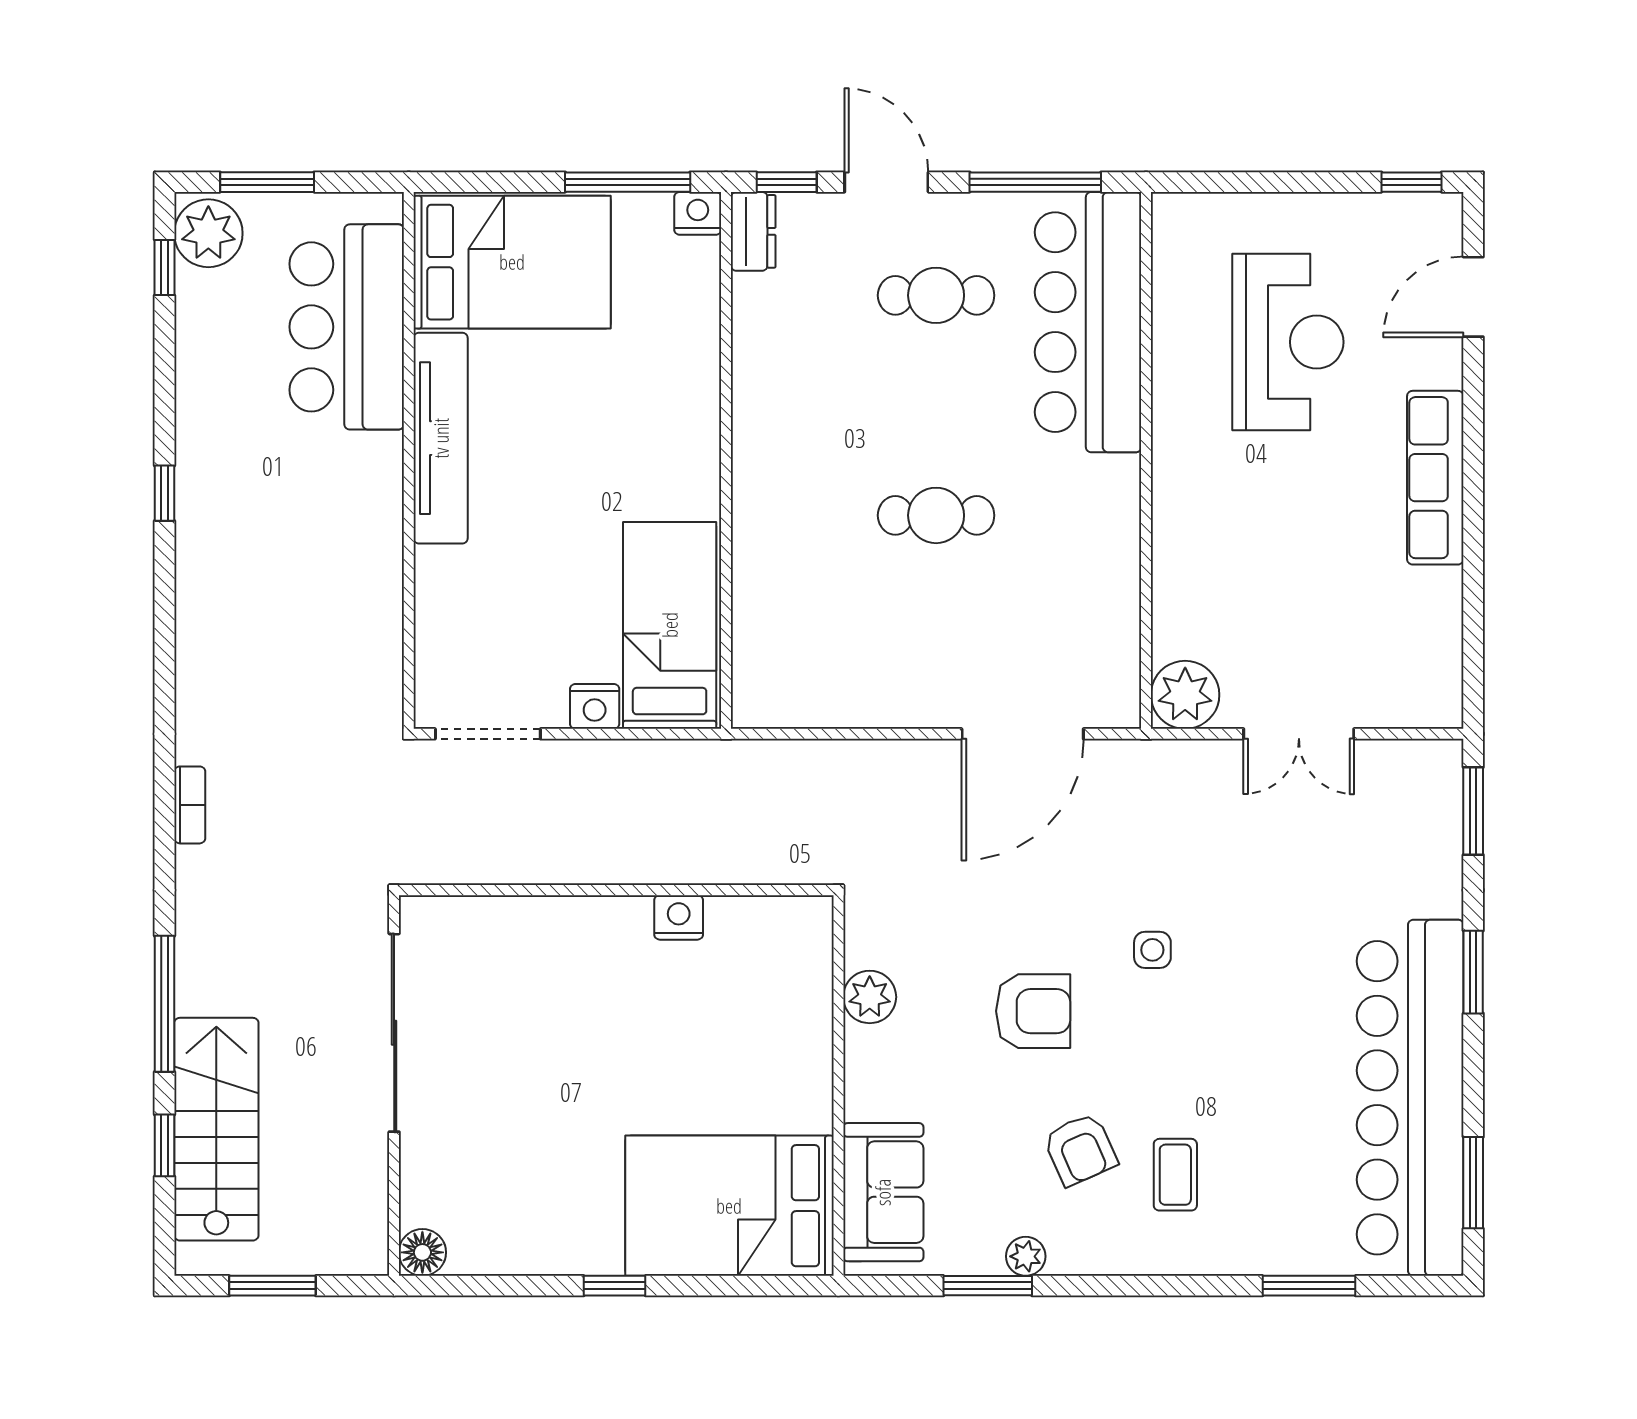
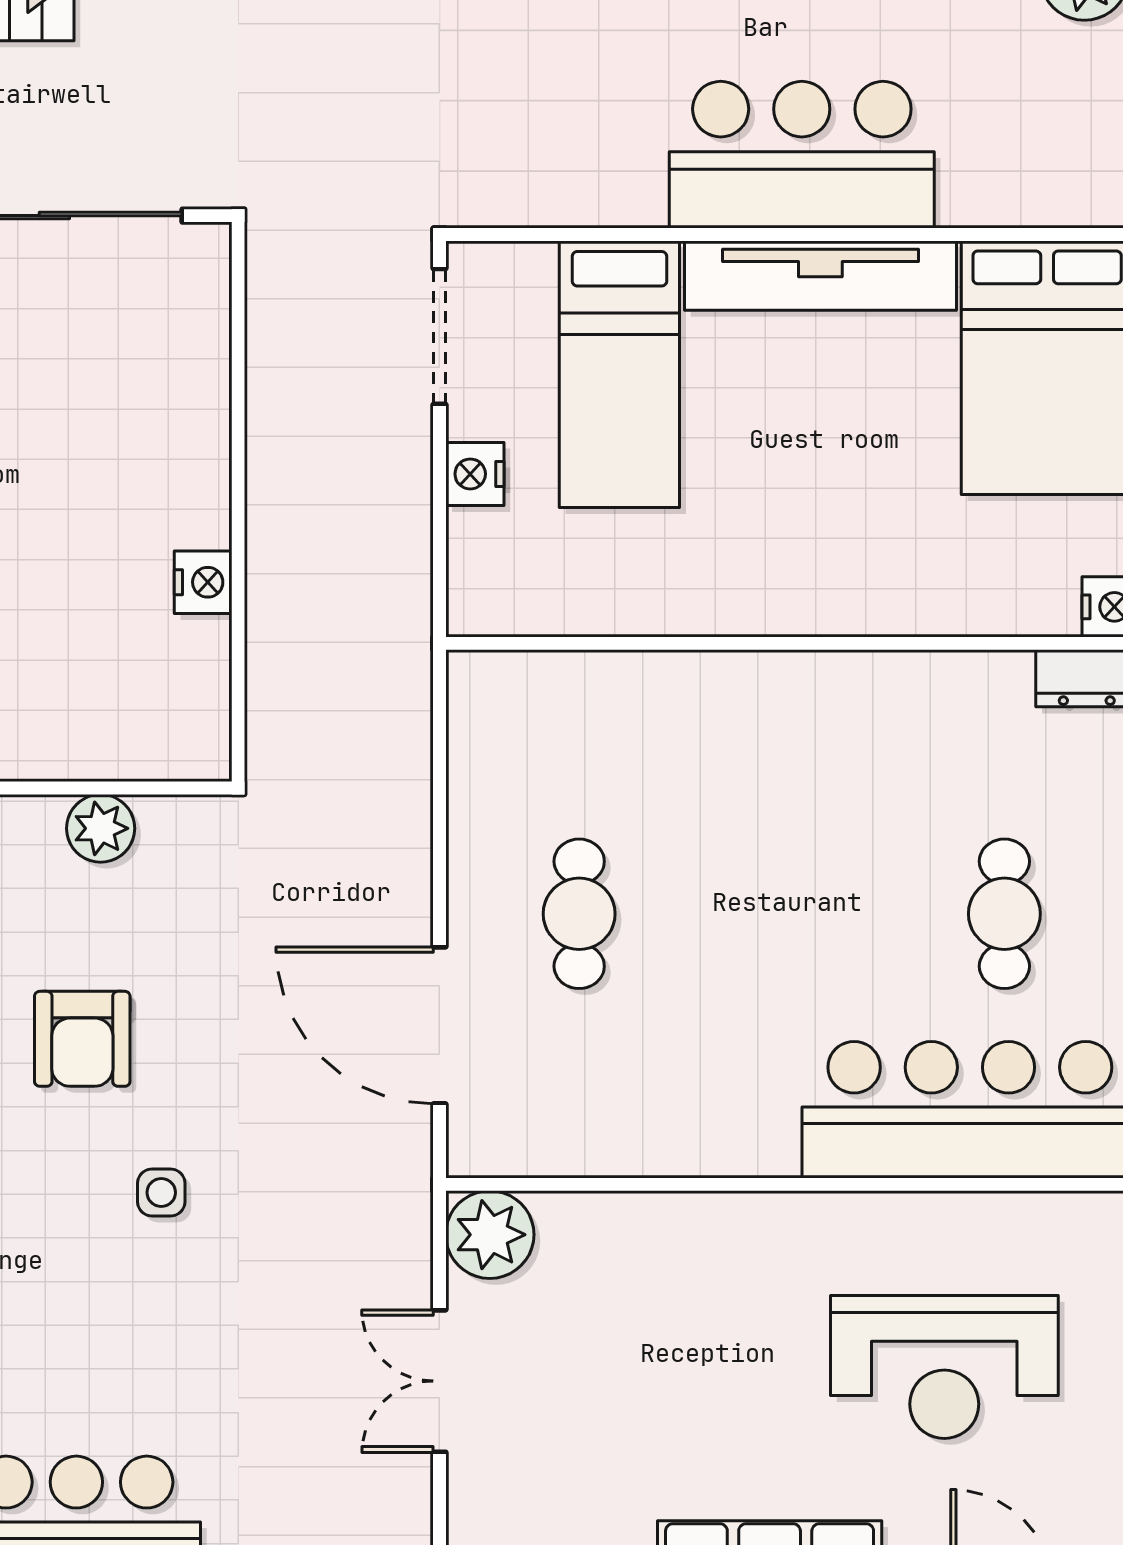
bar counter: (347, 327) -> (802, 155), moved
cafe table: (936, 515) -> (579, 914), moved
bed: (670, 625) -> (619, 374), moved, turned 90

